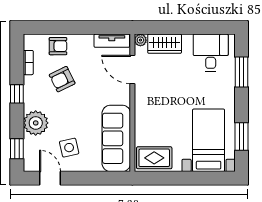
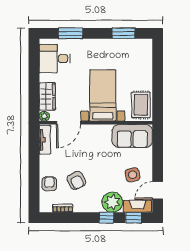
window: (17, 94) -> (106, 218), moved
sofa: (116, 138) -> (132, 136), width x0.73
bed with nightstands: (209, 140) -> (103, 95), moved, turned 90
fireplace: (31, 154) -> (138, 206), added

